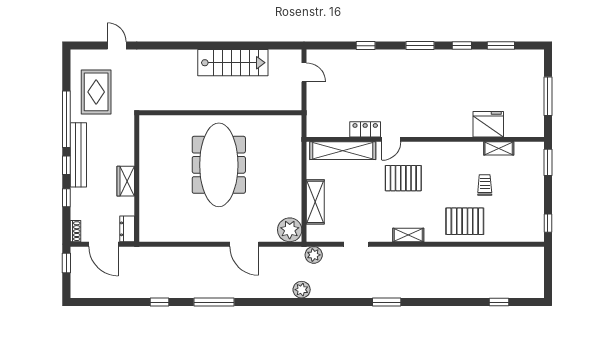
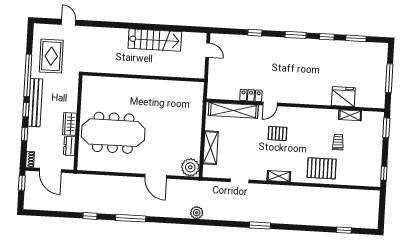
meeting table: (219, 165) -> (113, 133), moved, turned 90
pallet: (403, 178) -> (277, 133), width x0.67, depth x0.71
dresser: (127, 229) -> (69, 146), moved
plant: (314, 255) -> (207, 187), removed

